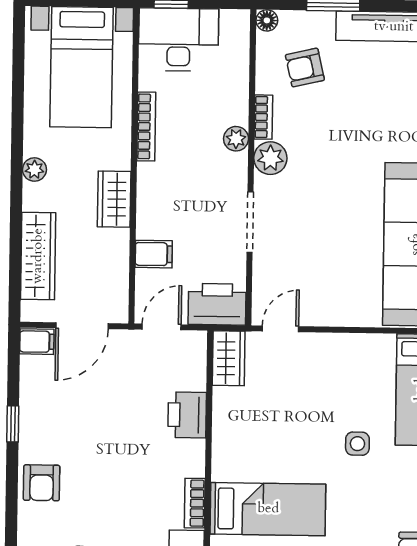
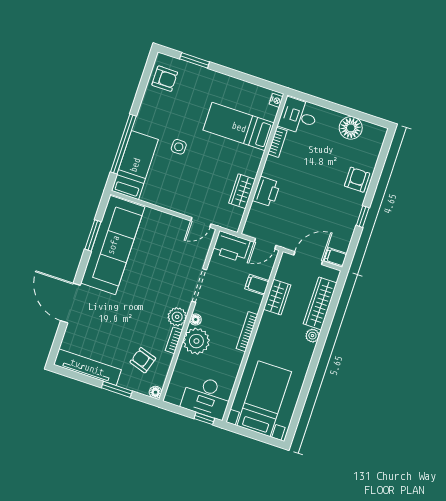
armchair: (305, 68) -> (143, 360), turned -149
bookcase: (146, 126) -> (247, 332), moved
plant: (236, 139) -> (196, 341), width x1.87, depth x1.87
floor lamp: (238, 163) -> (196, 320), added
plant: (34, 170) -> (312, 336), moved
wardrobe: (114, 199) -> (277, 297), moved
wardrobe: (229, 358) -> (242, 191), moved

